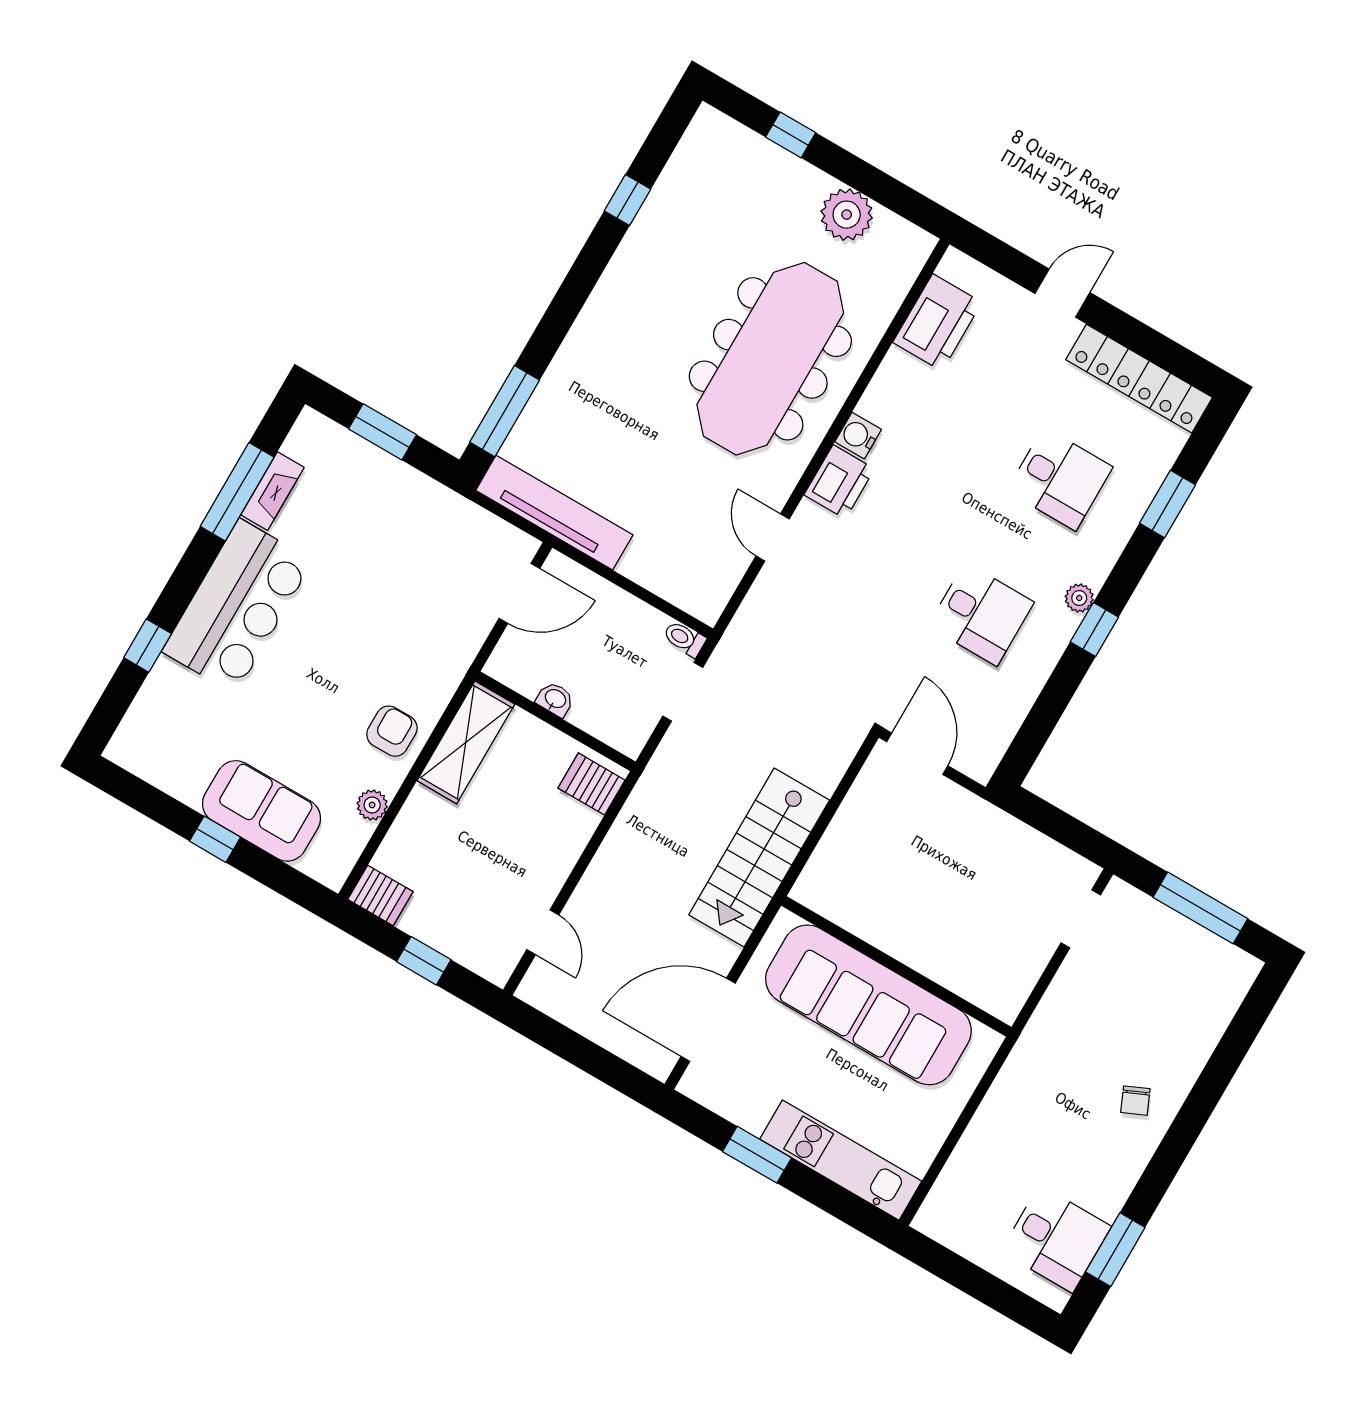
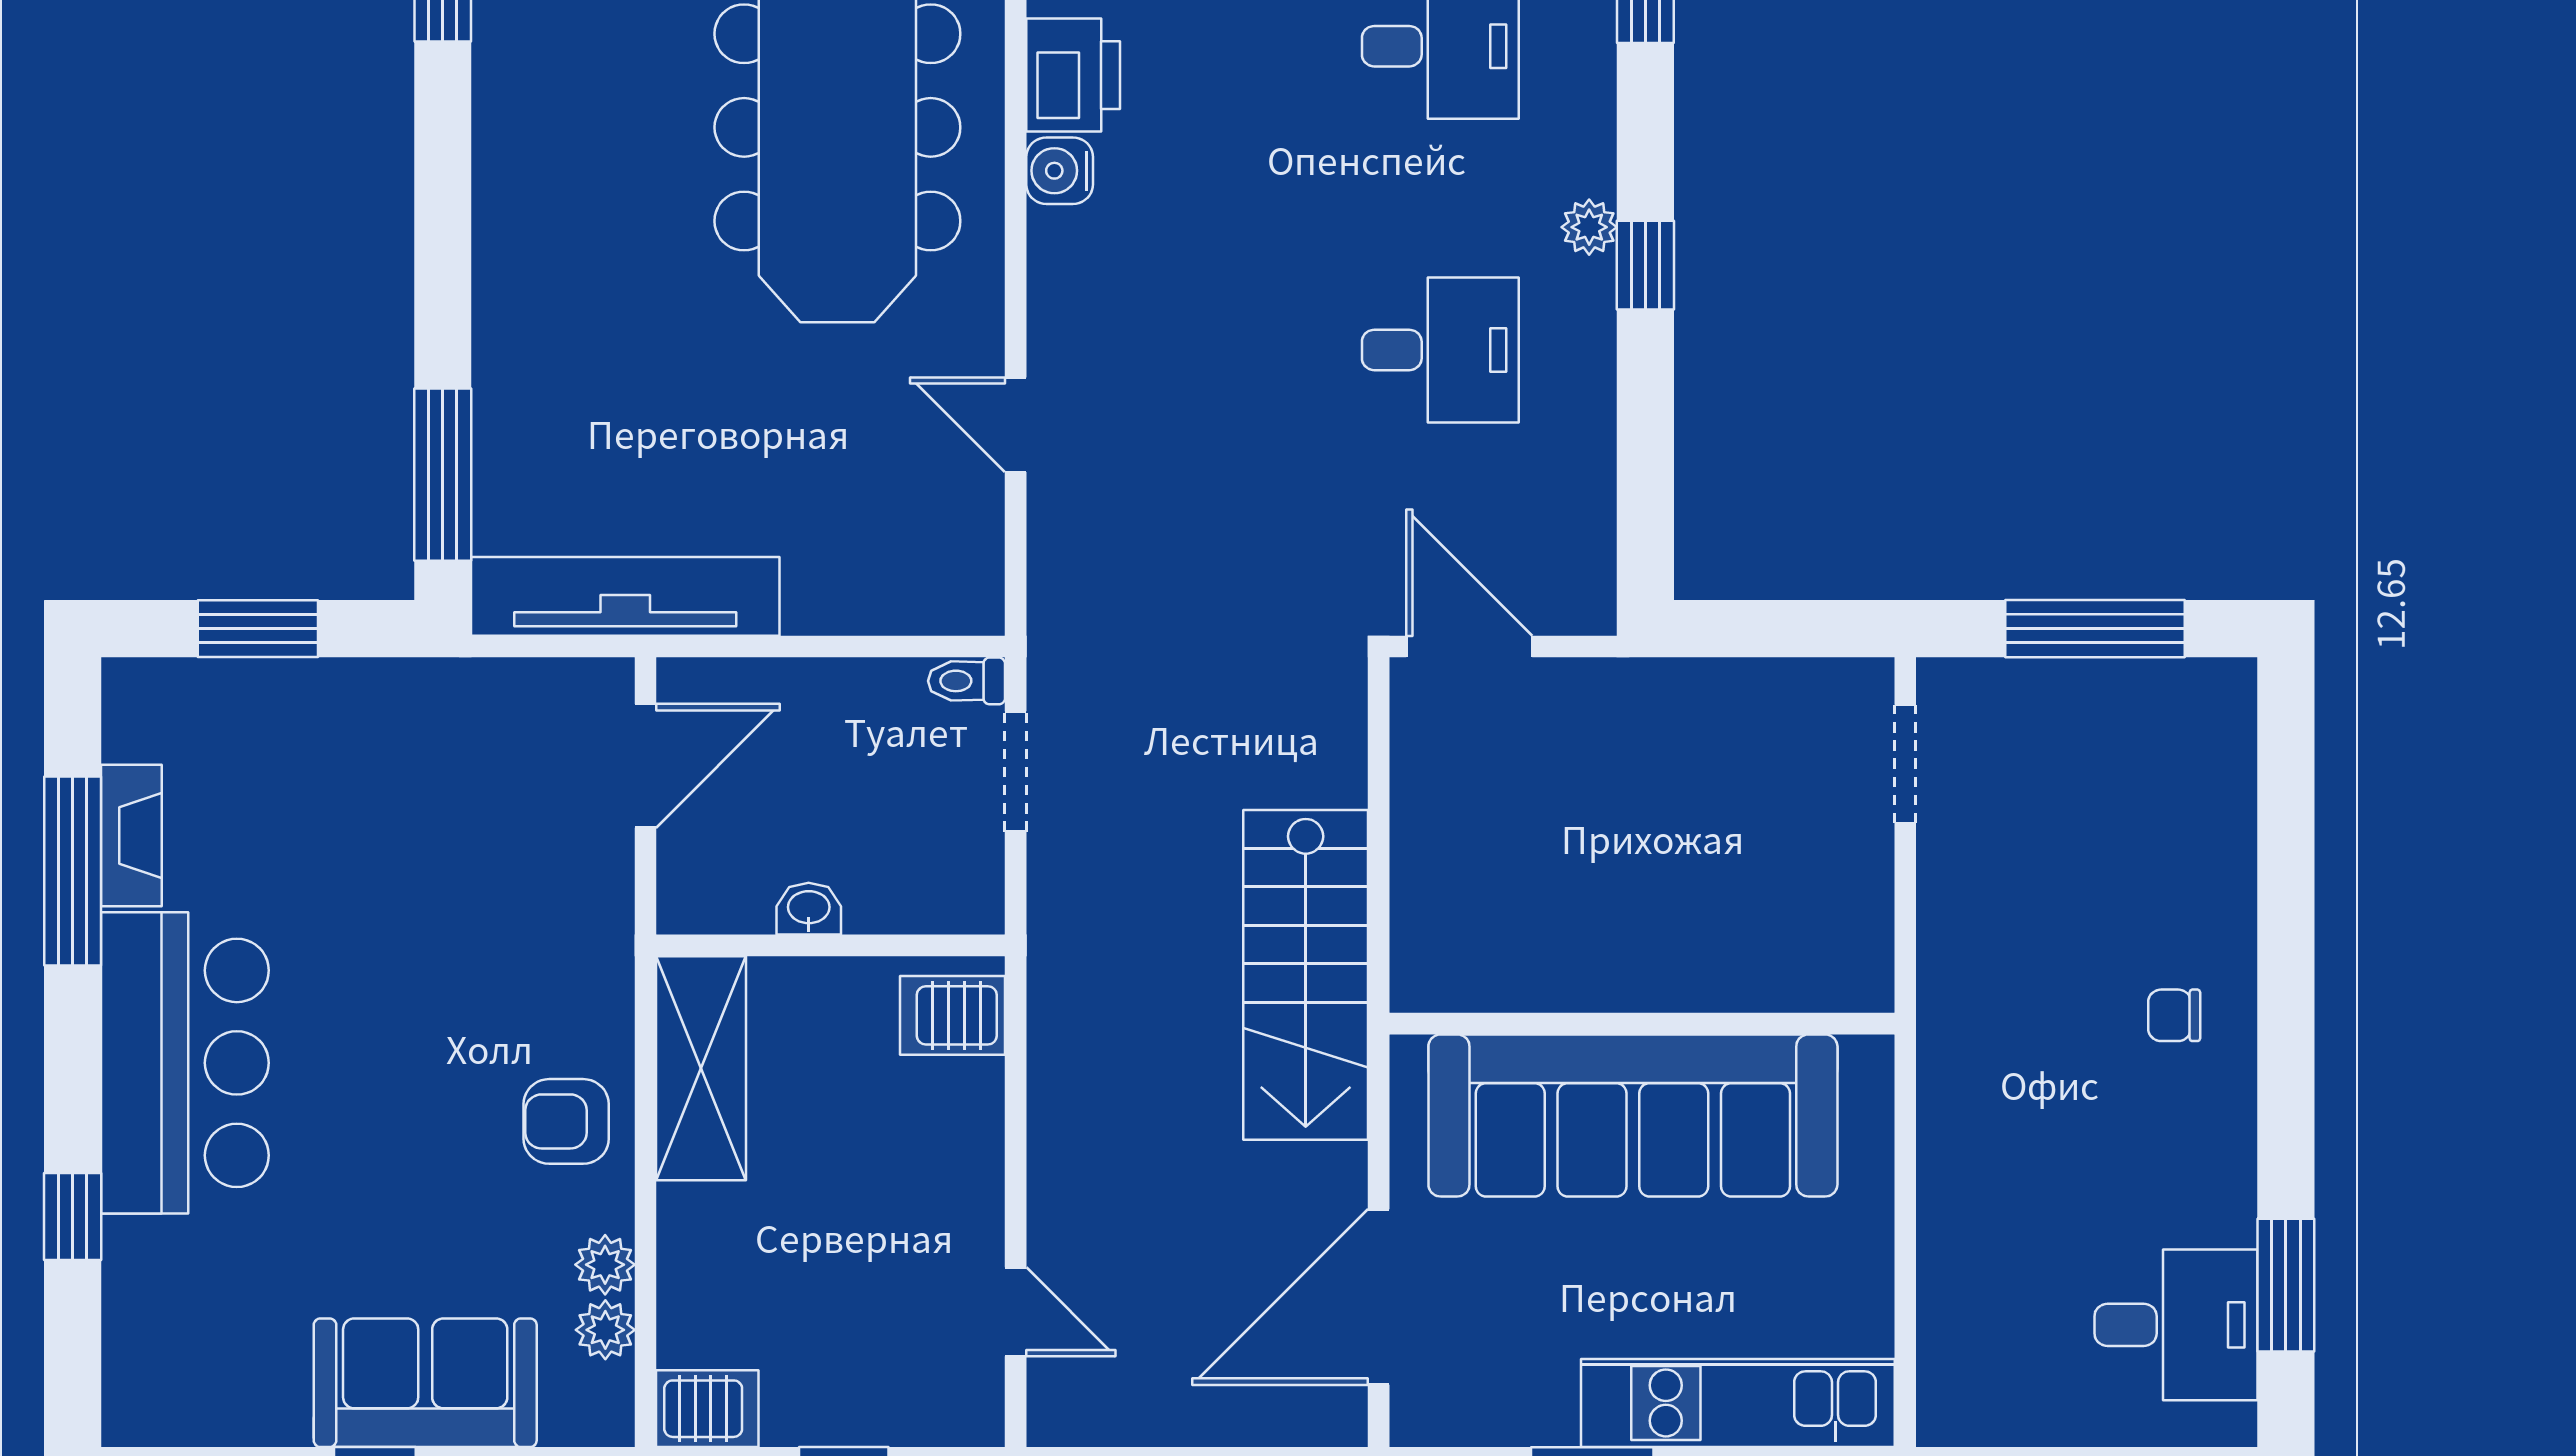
printer: (839, 482) -> (1073, 75), moved
armchair: (392, 731) -> (566, 1121), turned -90
plant: (355, 834) -> (605, 1330), added
chair: (1135, 1101) -> (2174, 1015), turned 114

